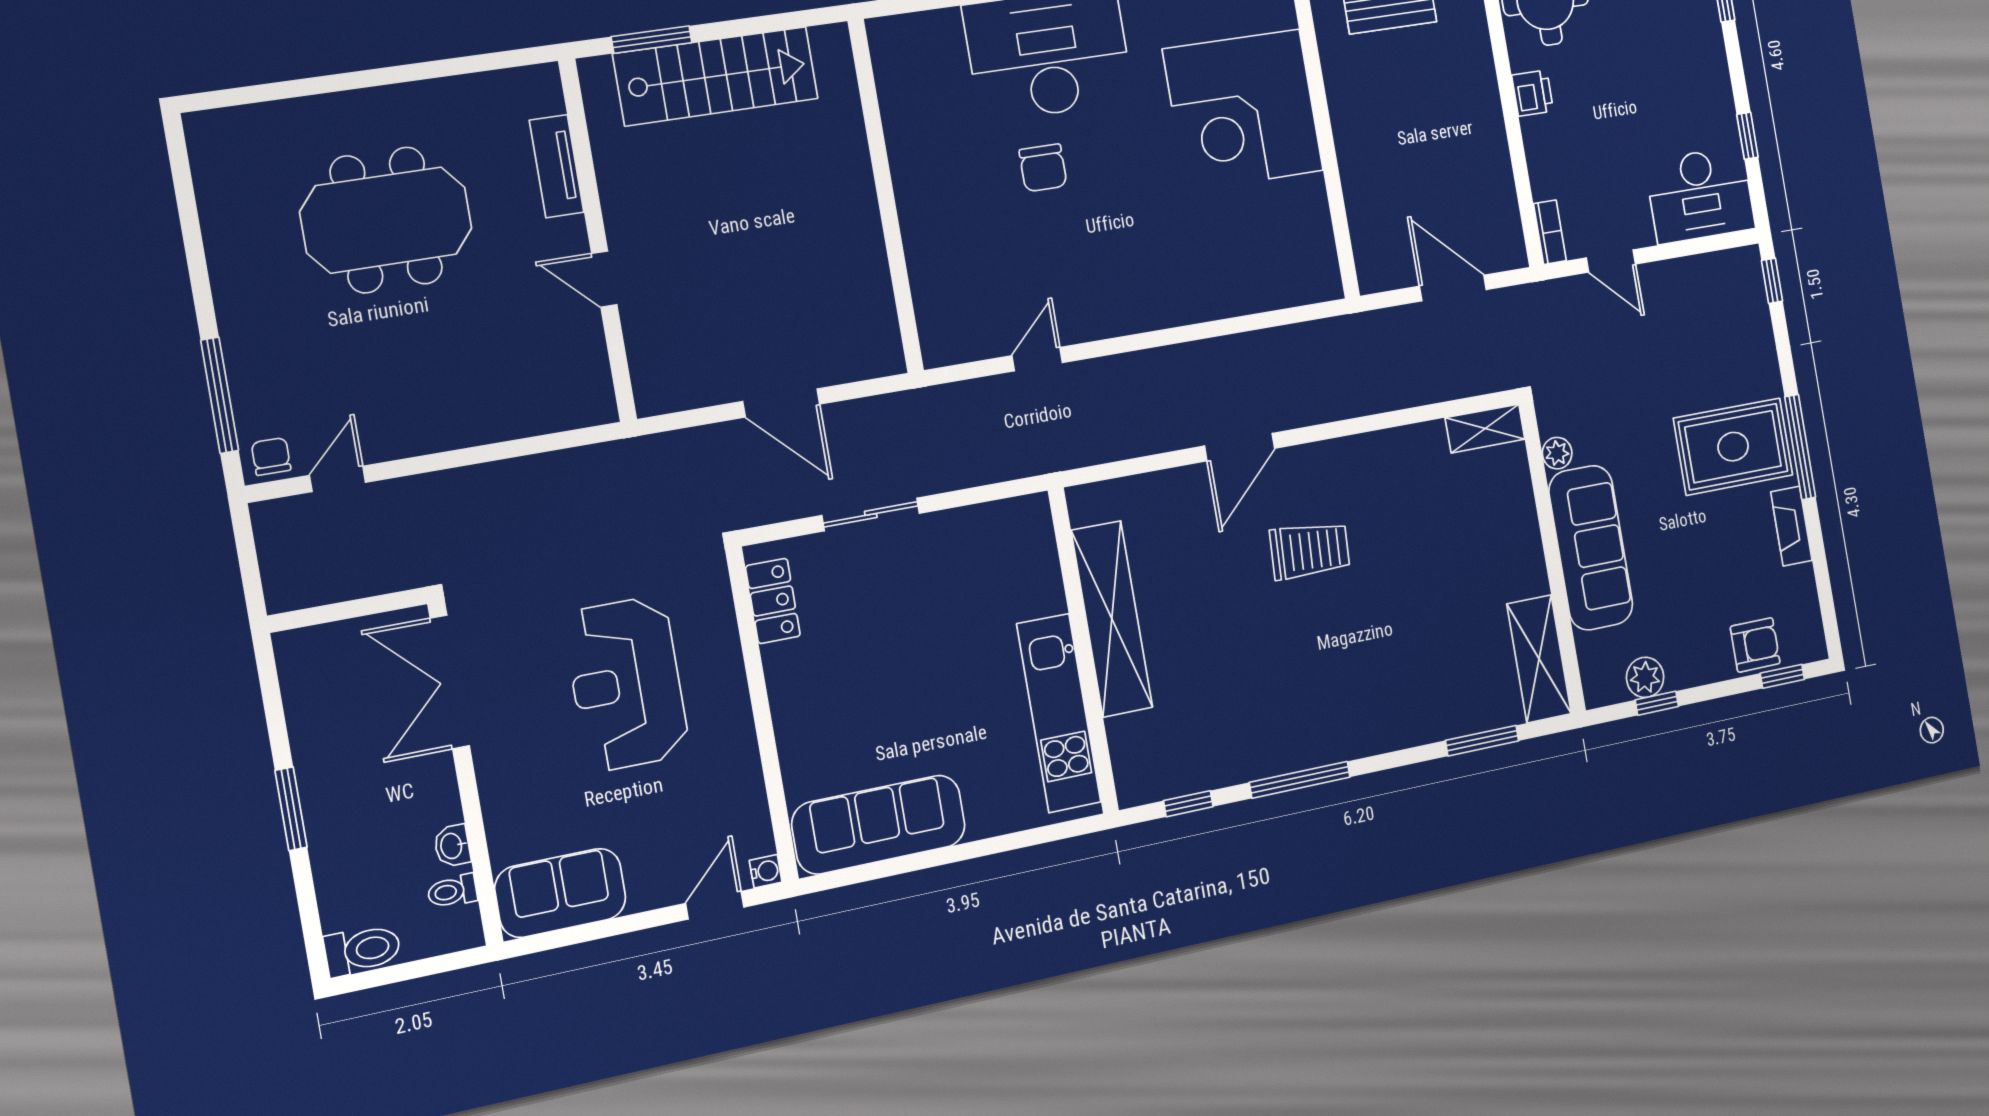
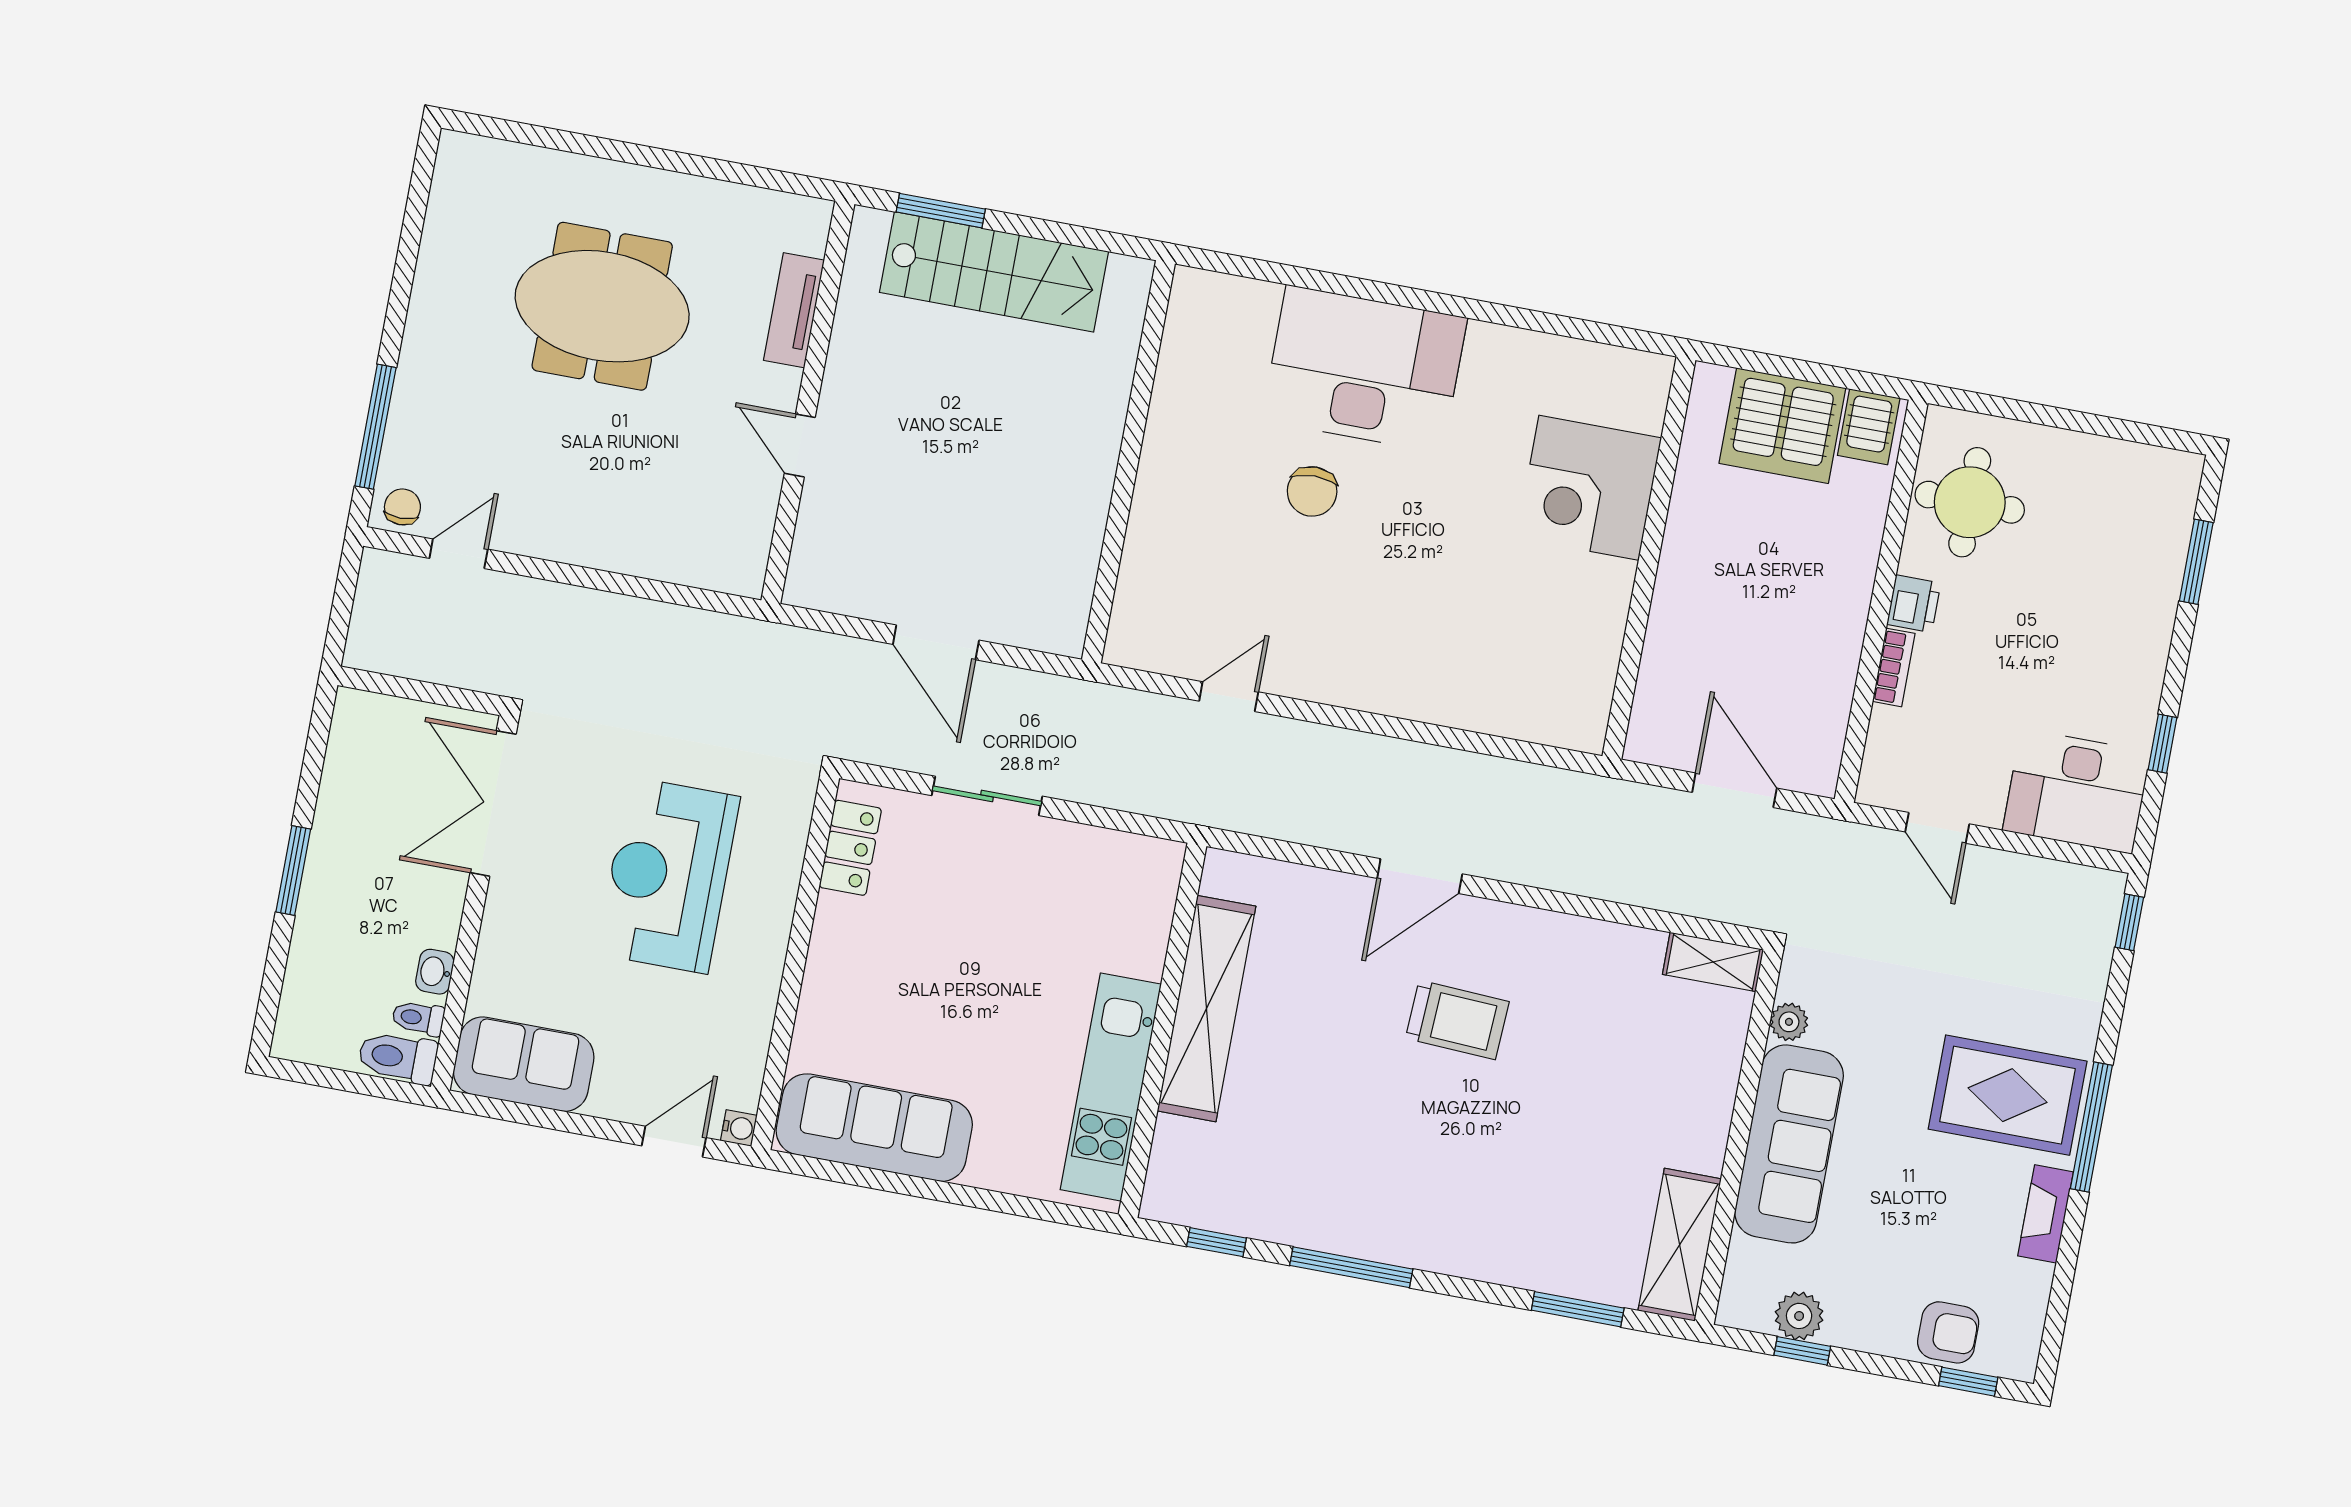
corner desk: (1243, 110) -> (1589, 488), width x0.74, depth x0.74
bookcase: (1550, 232) -> (1894, 667), moved
toilet: (362, 950) -> (398, 1057), moved, turned 180

